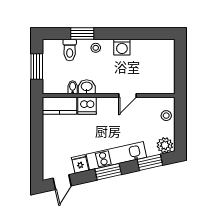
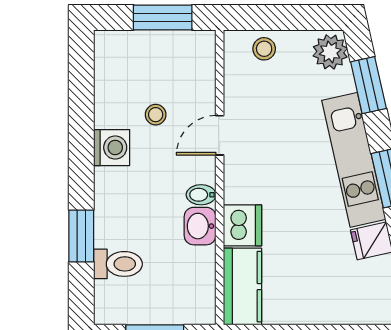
stool: (96, 48) -> (156, 115), moved
window: (180, 70) -> (163, 17), added
bidet: (73, 87) -> (201, 195), moved
door: (127, 96) -> (220, 135), swing flipped

